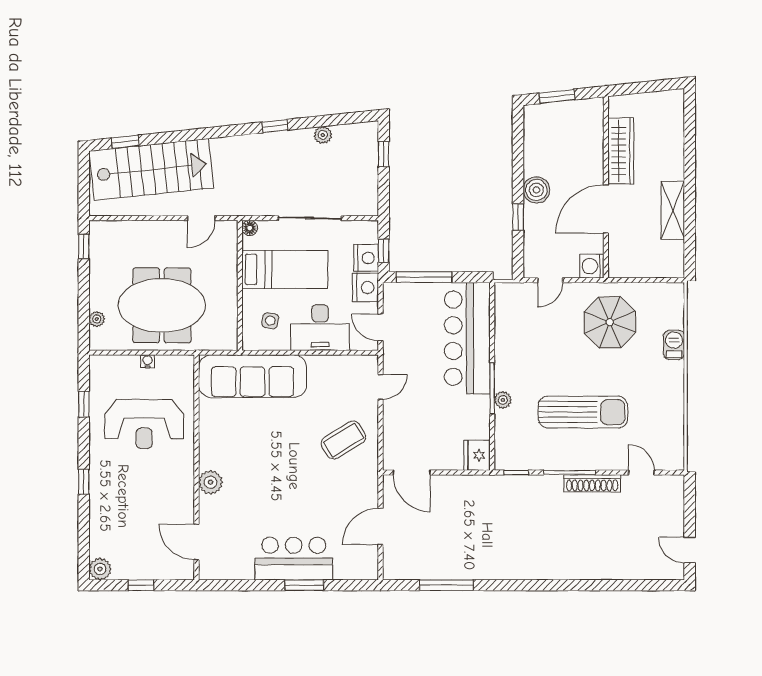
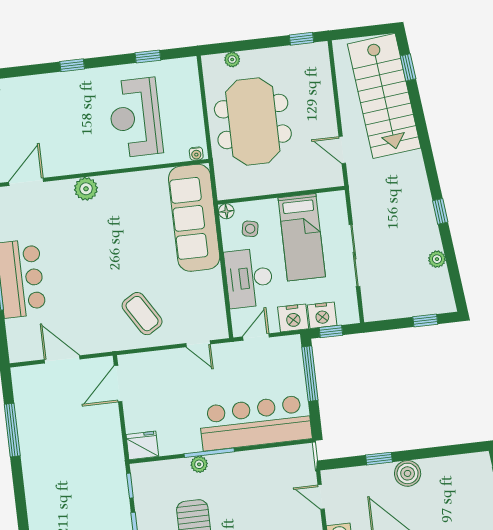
floor lamp: (250, 228) -> (226, 211), moved
water cooler: (148, 361) -> (196, 154), moved, turned 90

